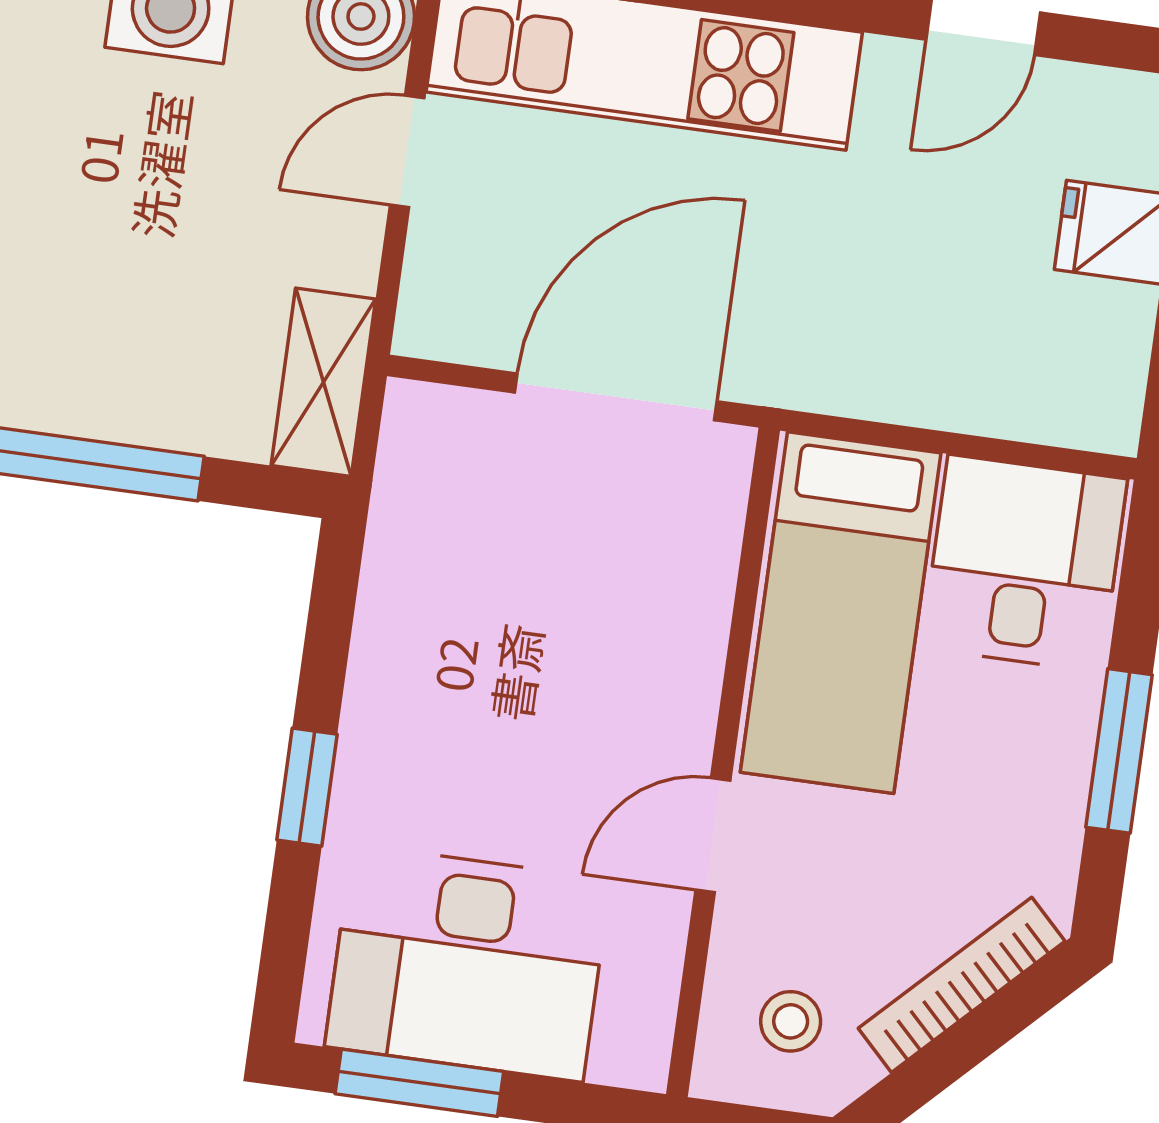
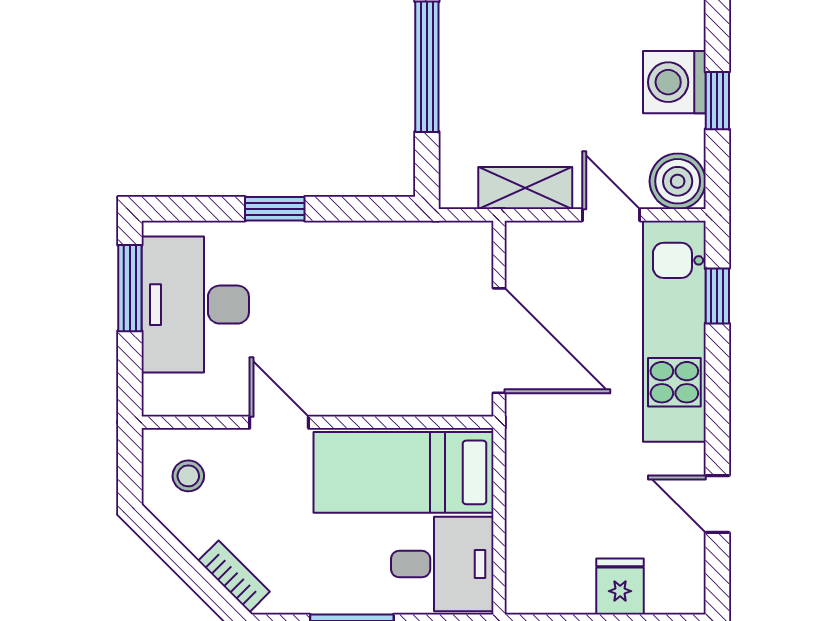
shelving: (323, 382) -> (525, 188), moved
bookcase: (962, 985) -> (234, 576), width x0.64

